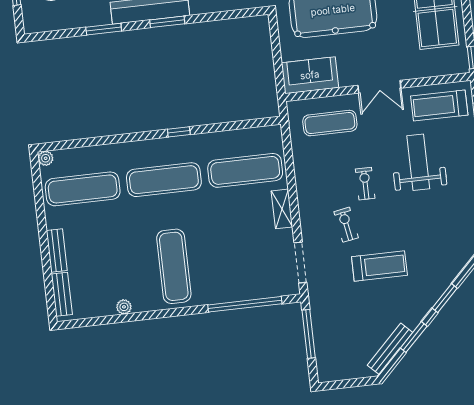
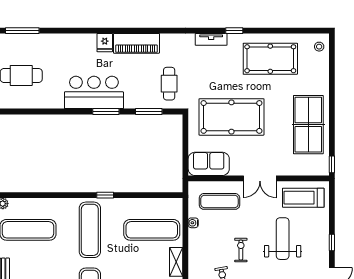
window: (104, 29) -> (149, 111), moved
water cooler: (299, 155) -> (193, 223), added
exercise mat: (164, 180) -> (90, 230), turned 90

